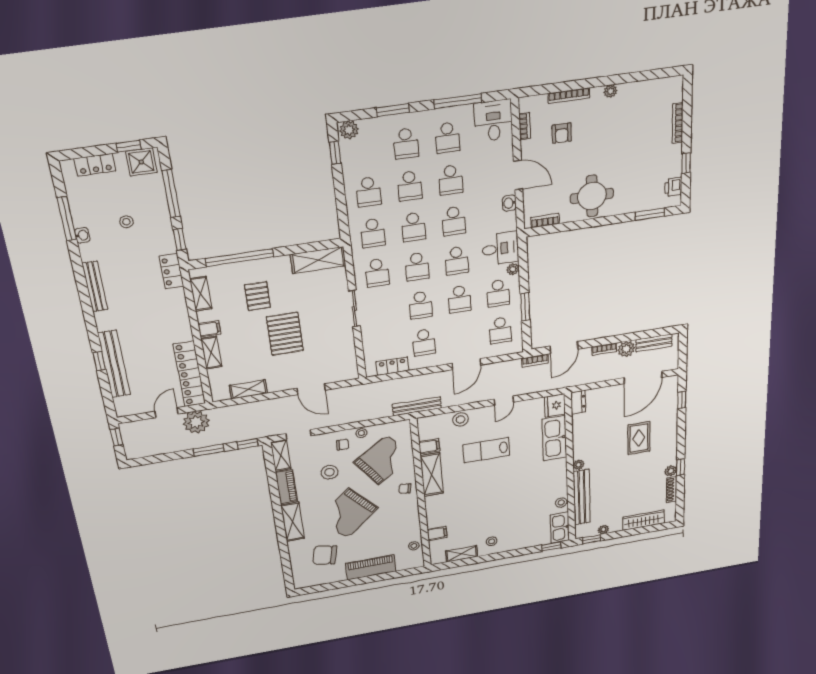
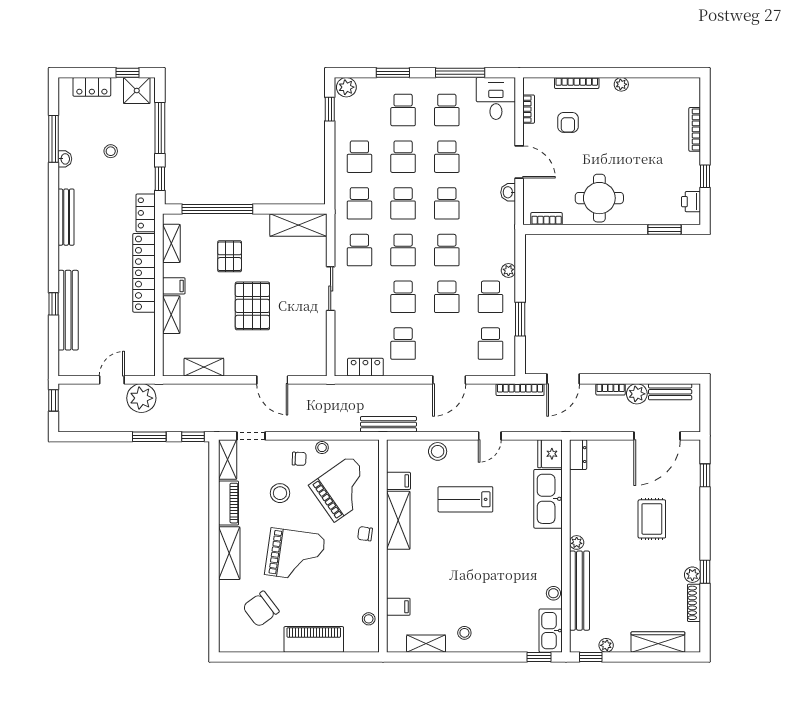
desk: (500, 249) -> (496, 244), removed
bookcase: (535, 361) -> (520, 390), width x1.56
locker: (189, 374) -> (144, 273), moved
grand piano: (348, 513) -> (295, 555), turned -130
chair: (325, 555) -> (261, 609), turned -49

